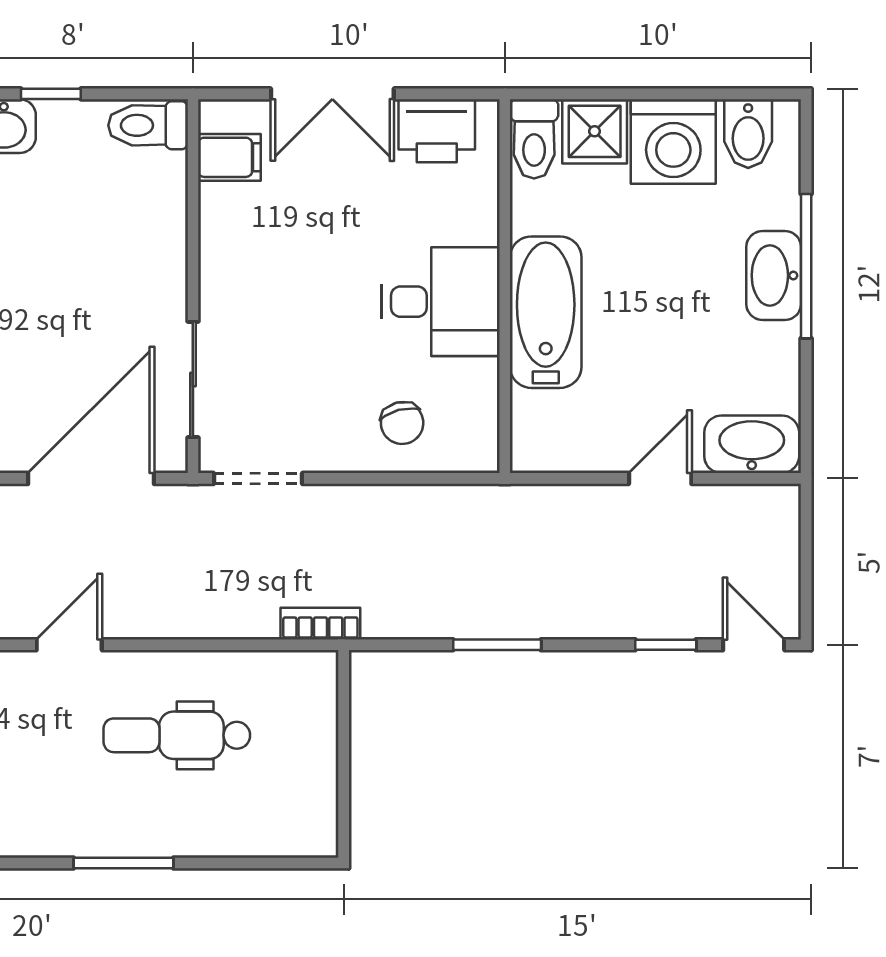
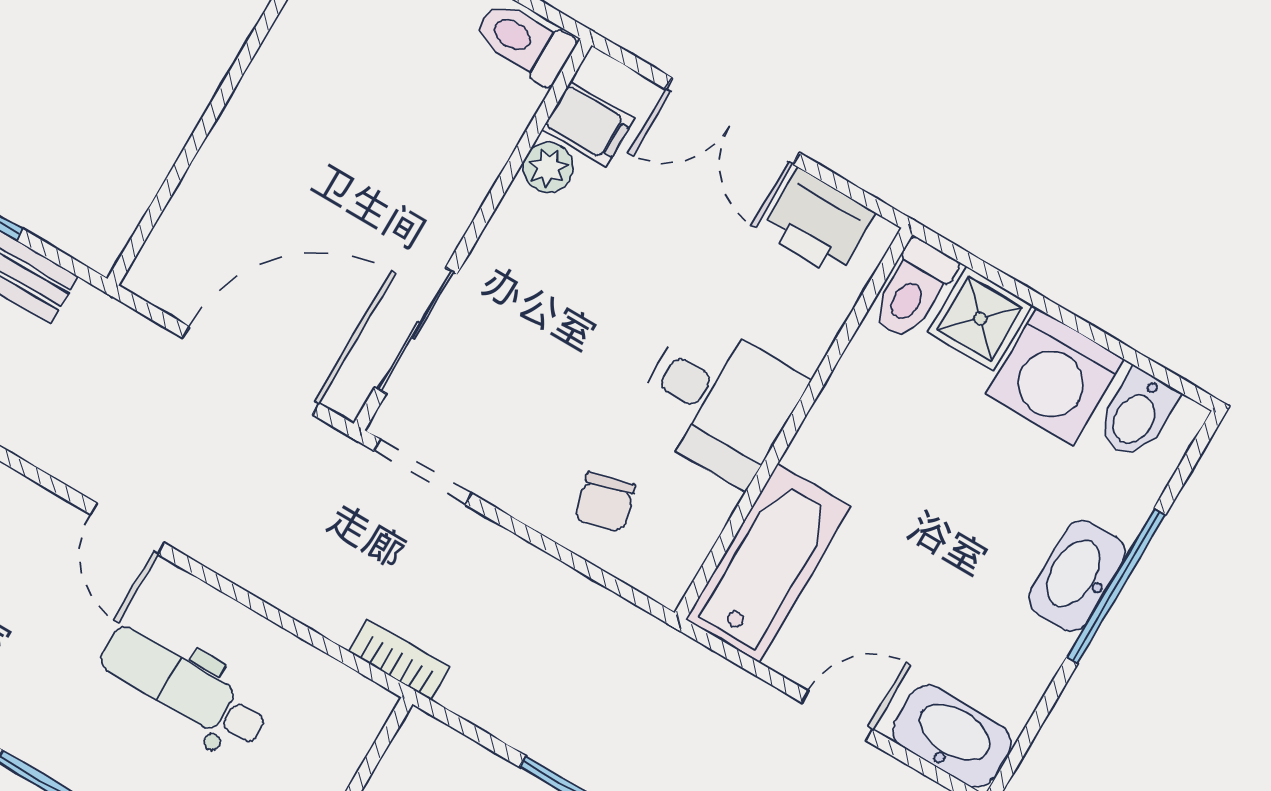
plant: (219, 206) -> (548, 168), added
bathtub: (546, 312) -> (768, 563), moved
door: (69, 645) -> (128, 529), swing flipped

